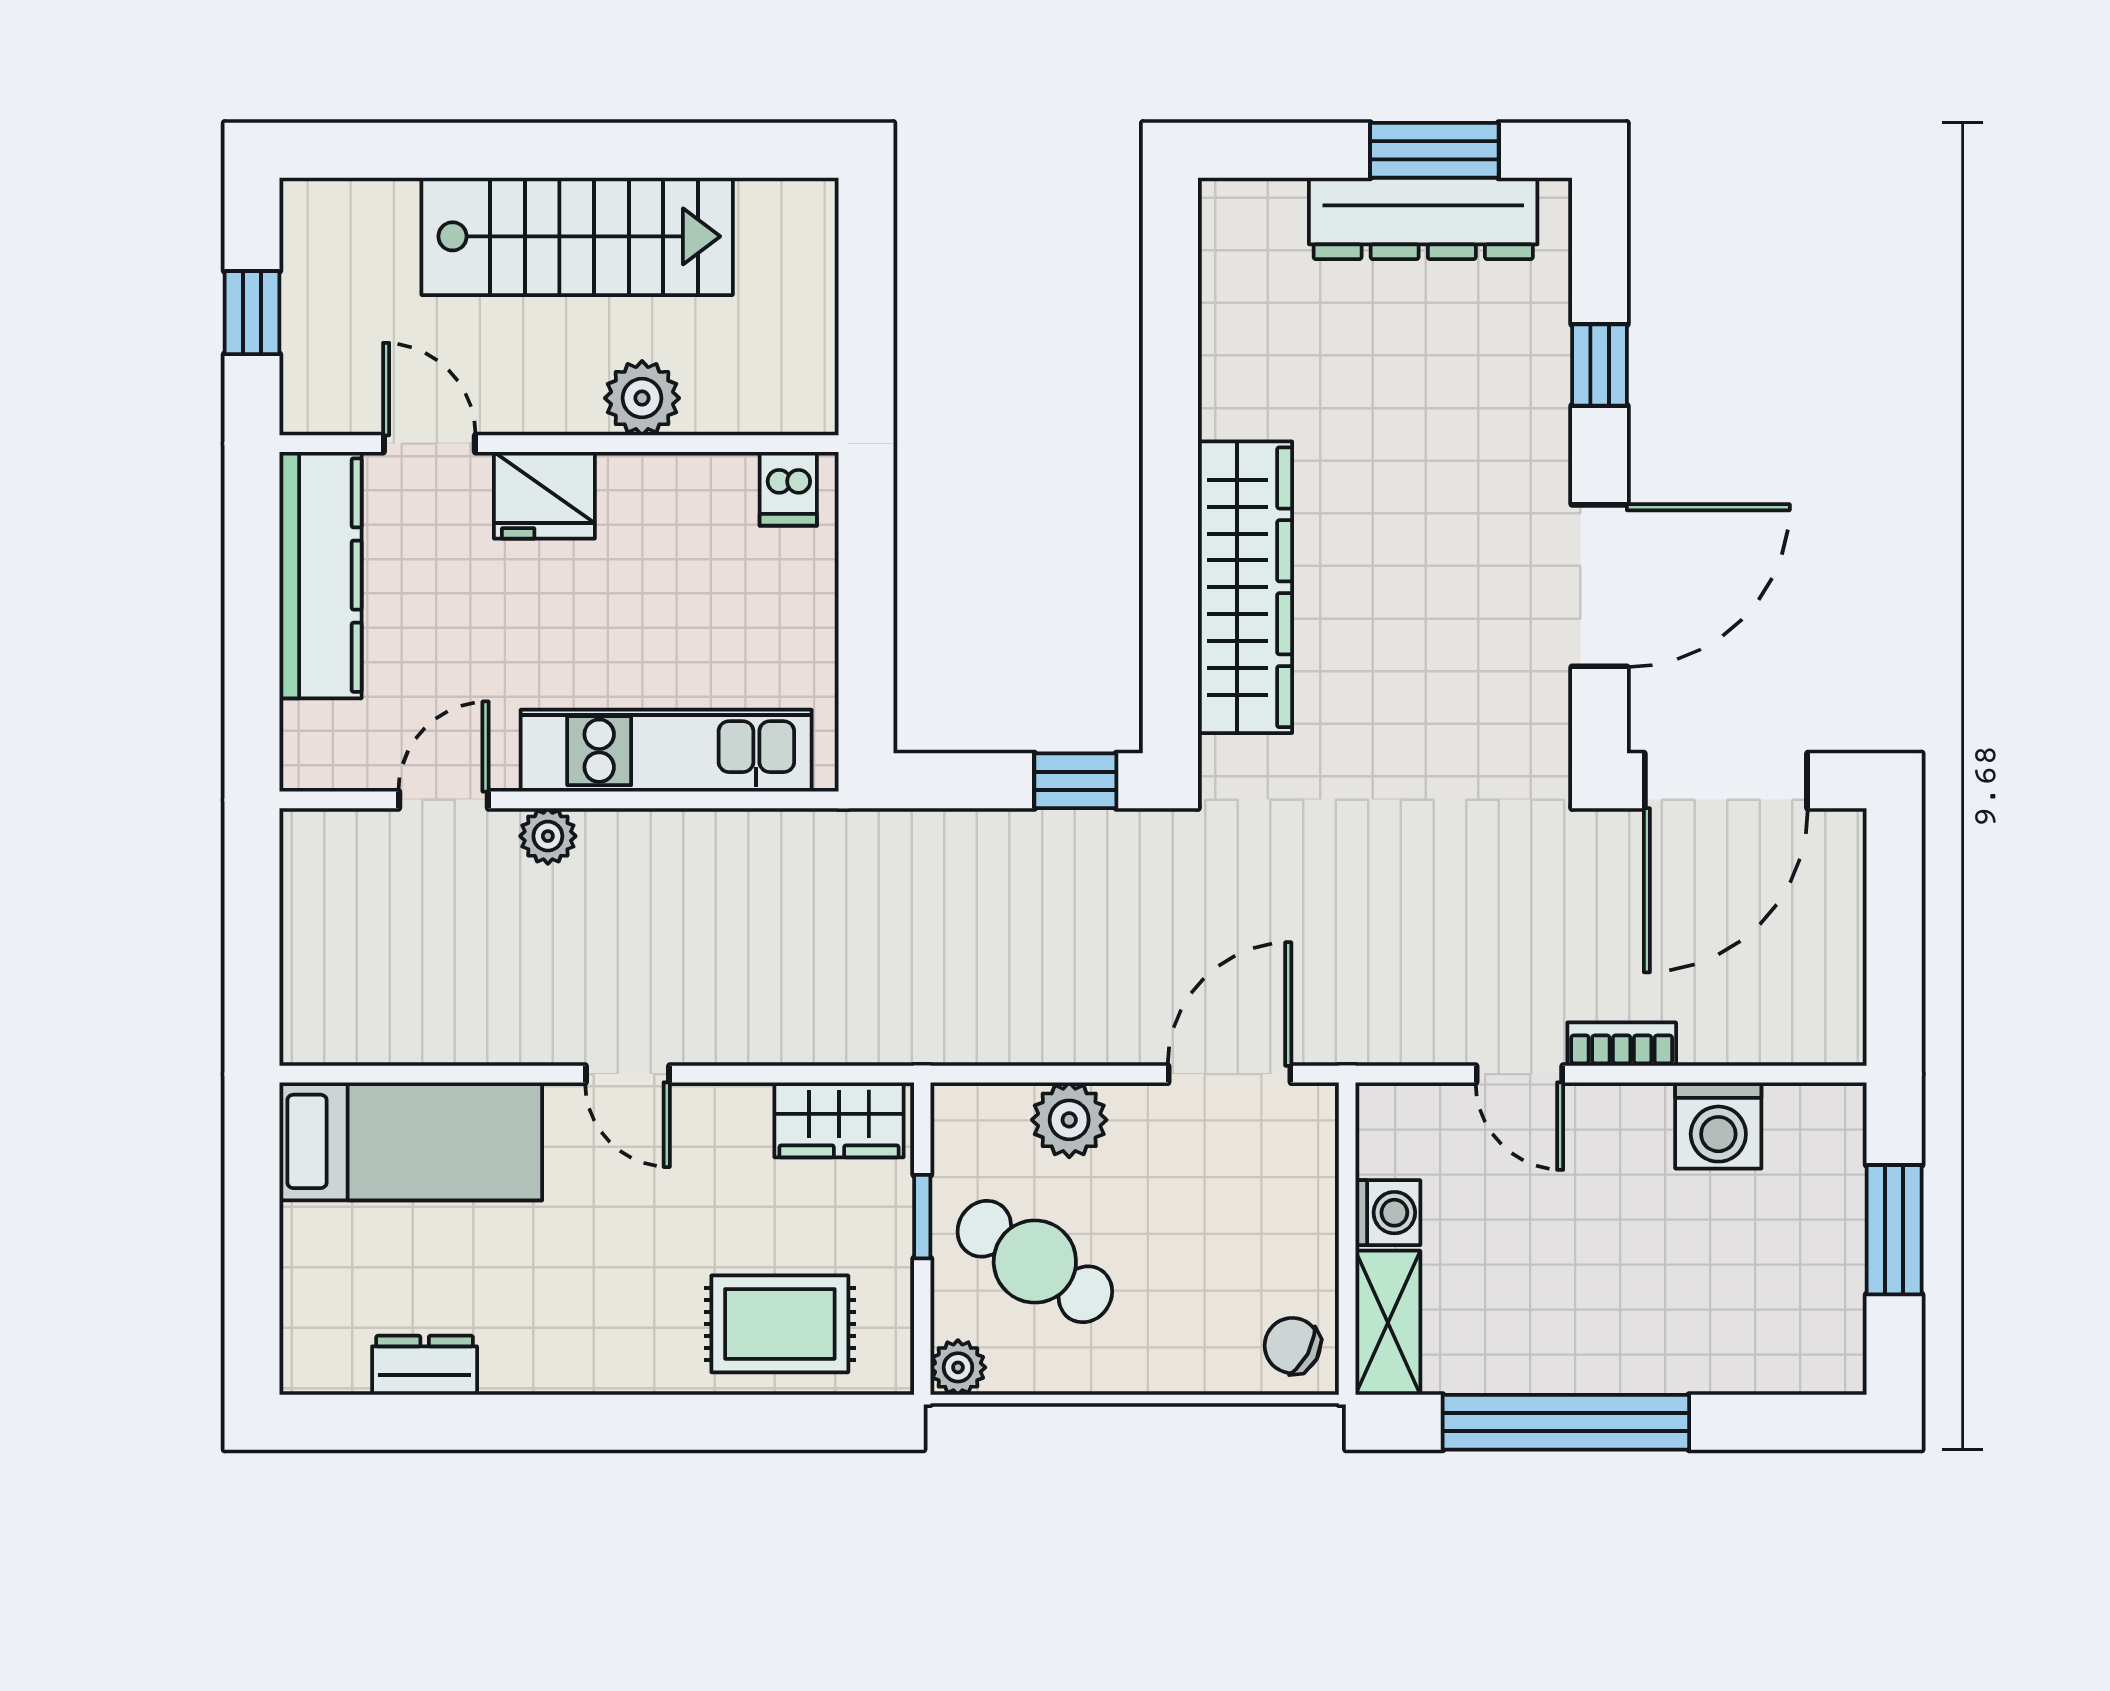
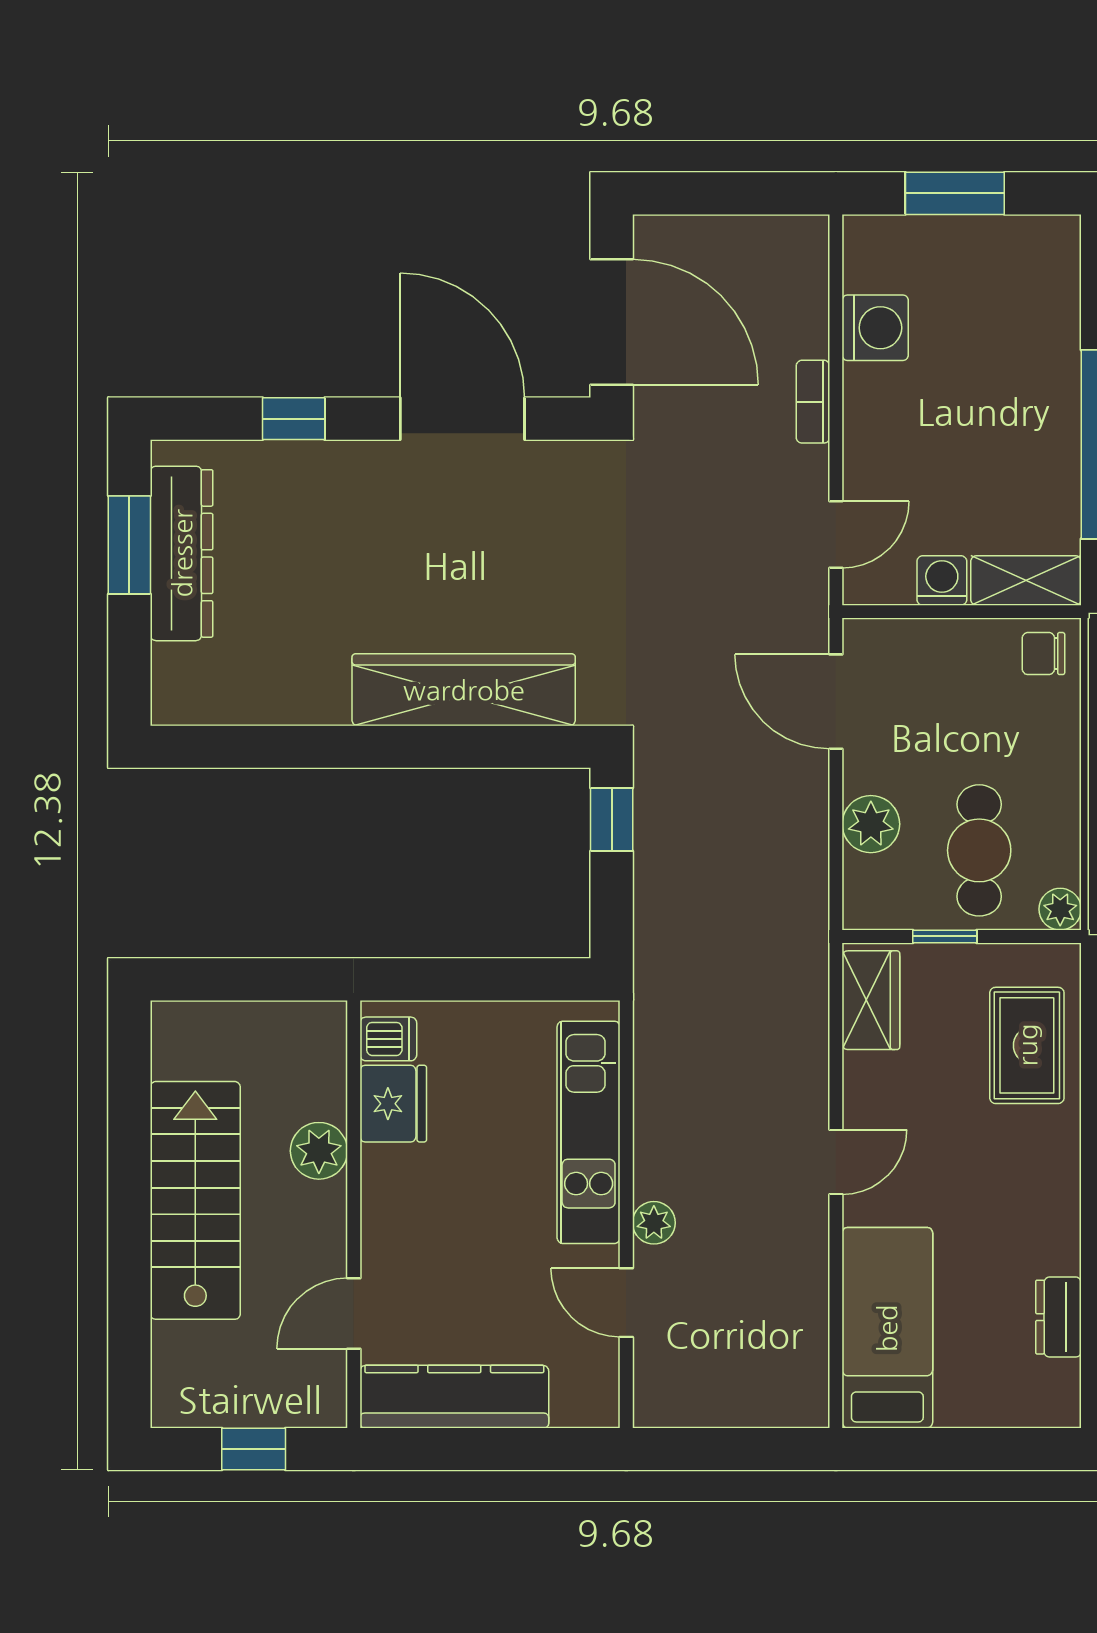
fridge: (544, 495) -> (393, 1104), moved
door: (1519, 1074) -> (836, 535), moved
cafe table: (1035, 1262) -> (979, 850), turned -33
chair: (1292, 1346) -> (1043, 654), turned 62

